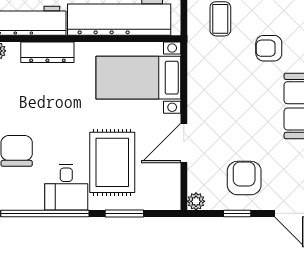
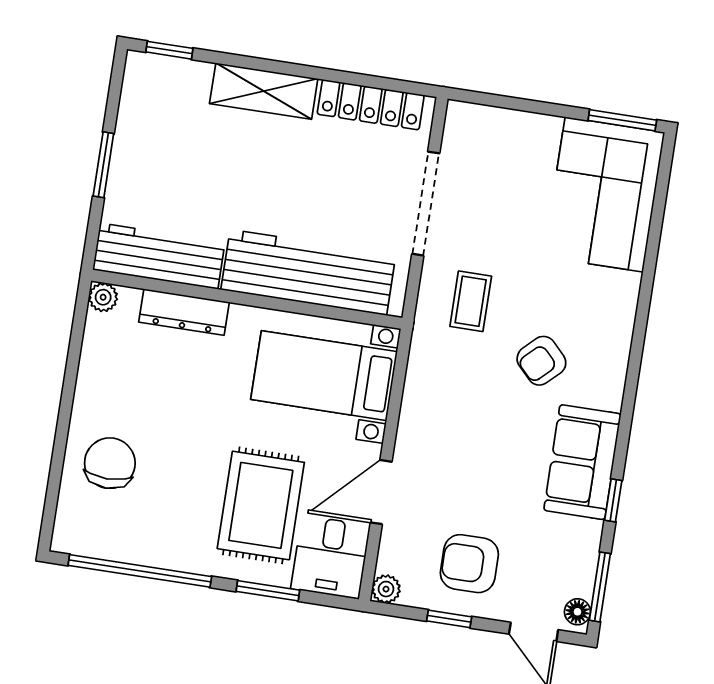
armchair: (269, 48) -> (541, 361), turned -44
armchair: (244, 178) -> (469, 564), turned -90
desk: (66, 187) -> (330, 557), moved

